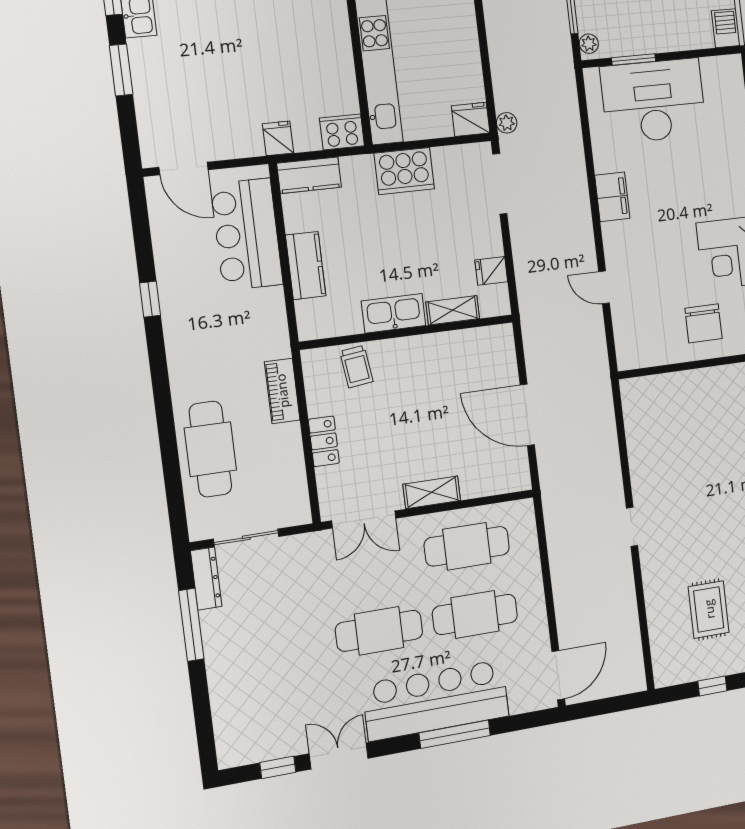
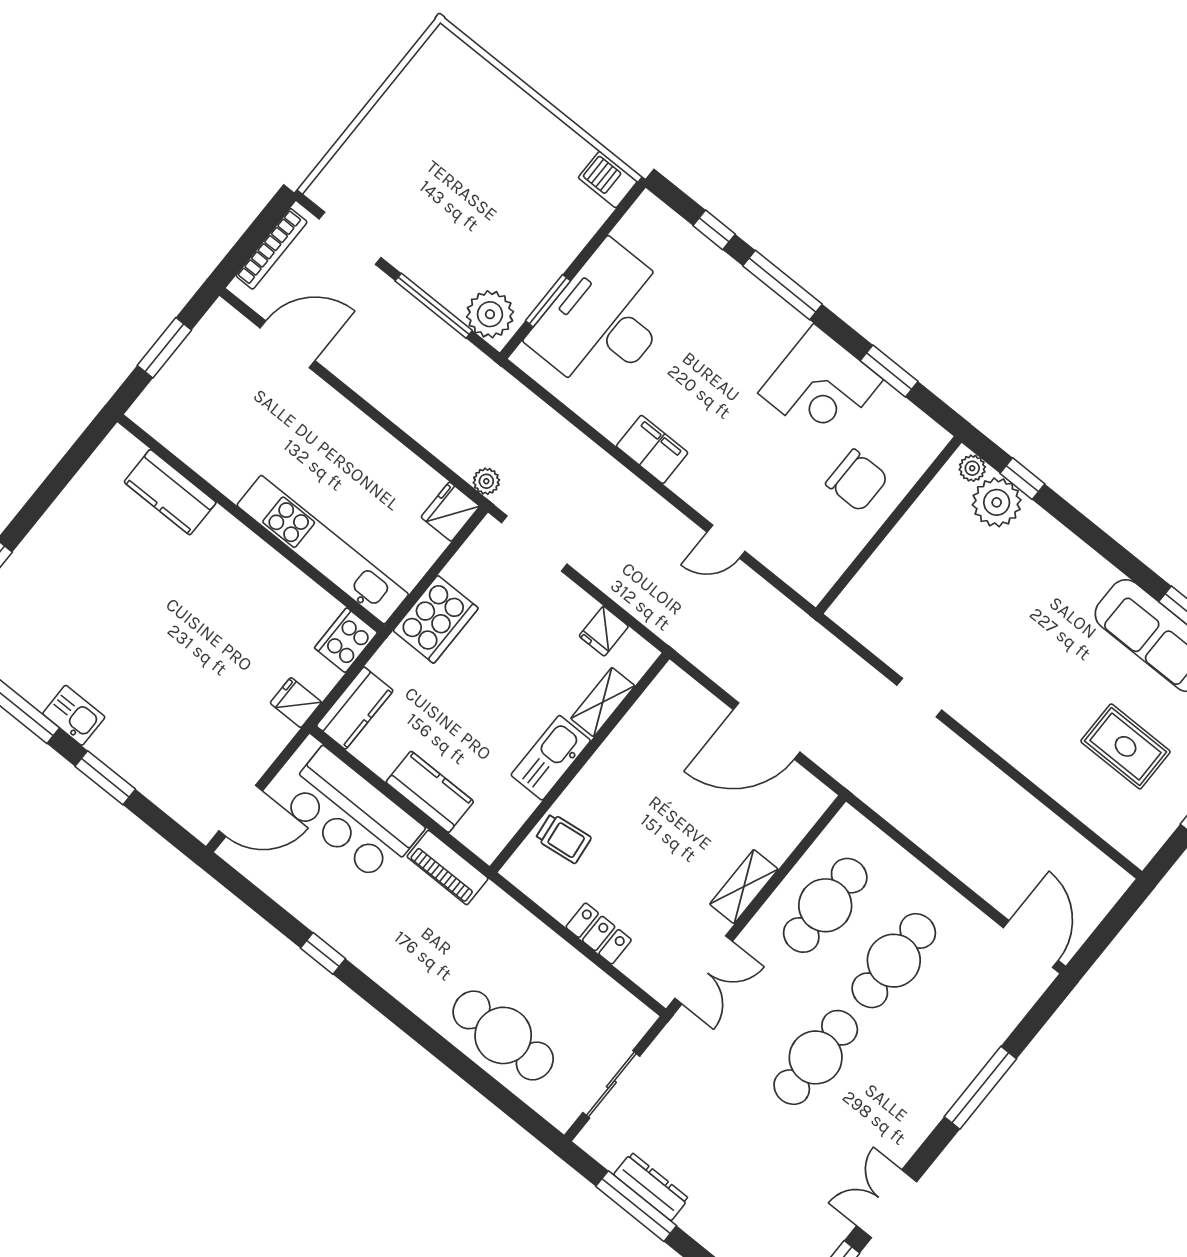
plant: (589, 44) -> (490, 314), width x1.88, depth x1.88
piano: (282, 391) -> (448, 868), moved
doorway: (632, 527) -> (919, 698), moved
dresser: (206, 579) -> (651, 1187), moved
bar counter: (436, 700) -> (932, 1073), removed

